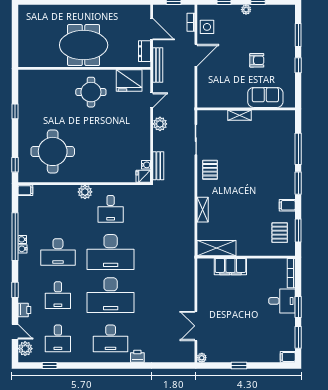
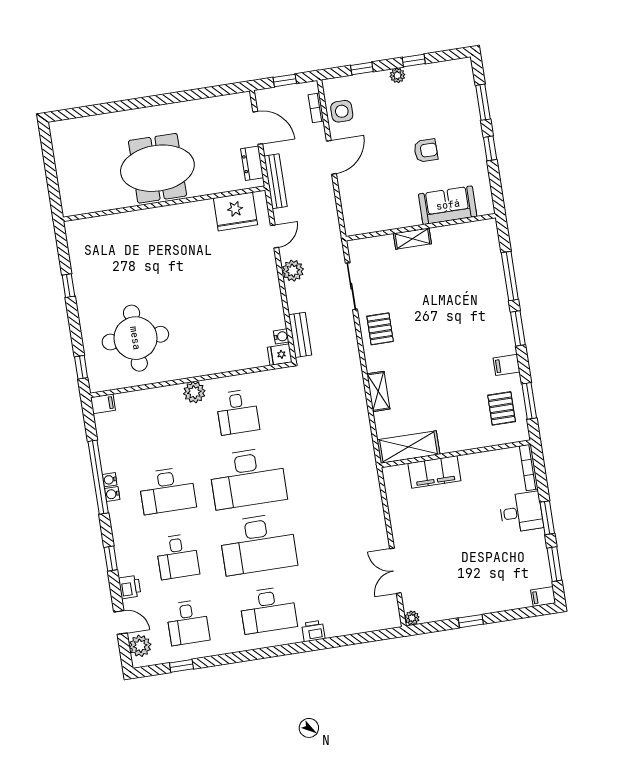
round table: (91, 92) -> (180, 238), removed

